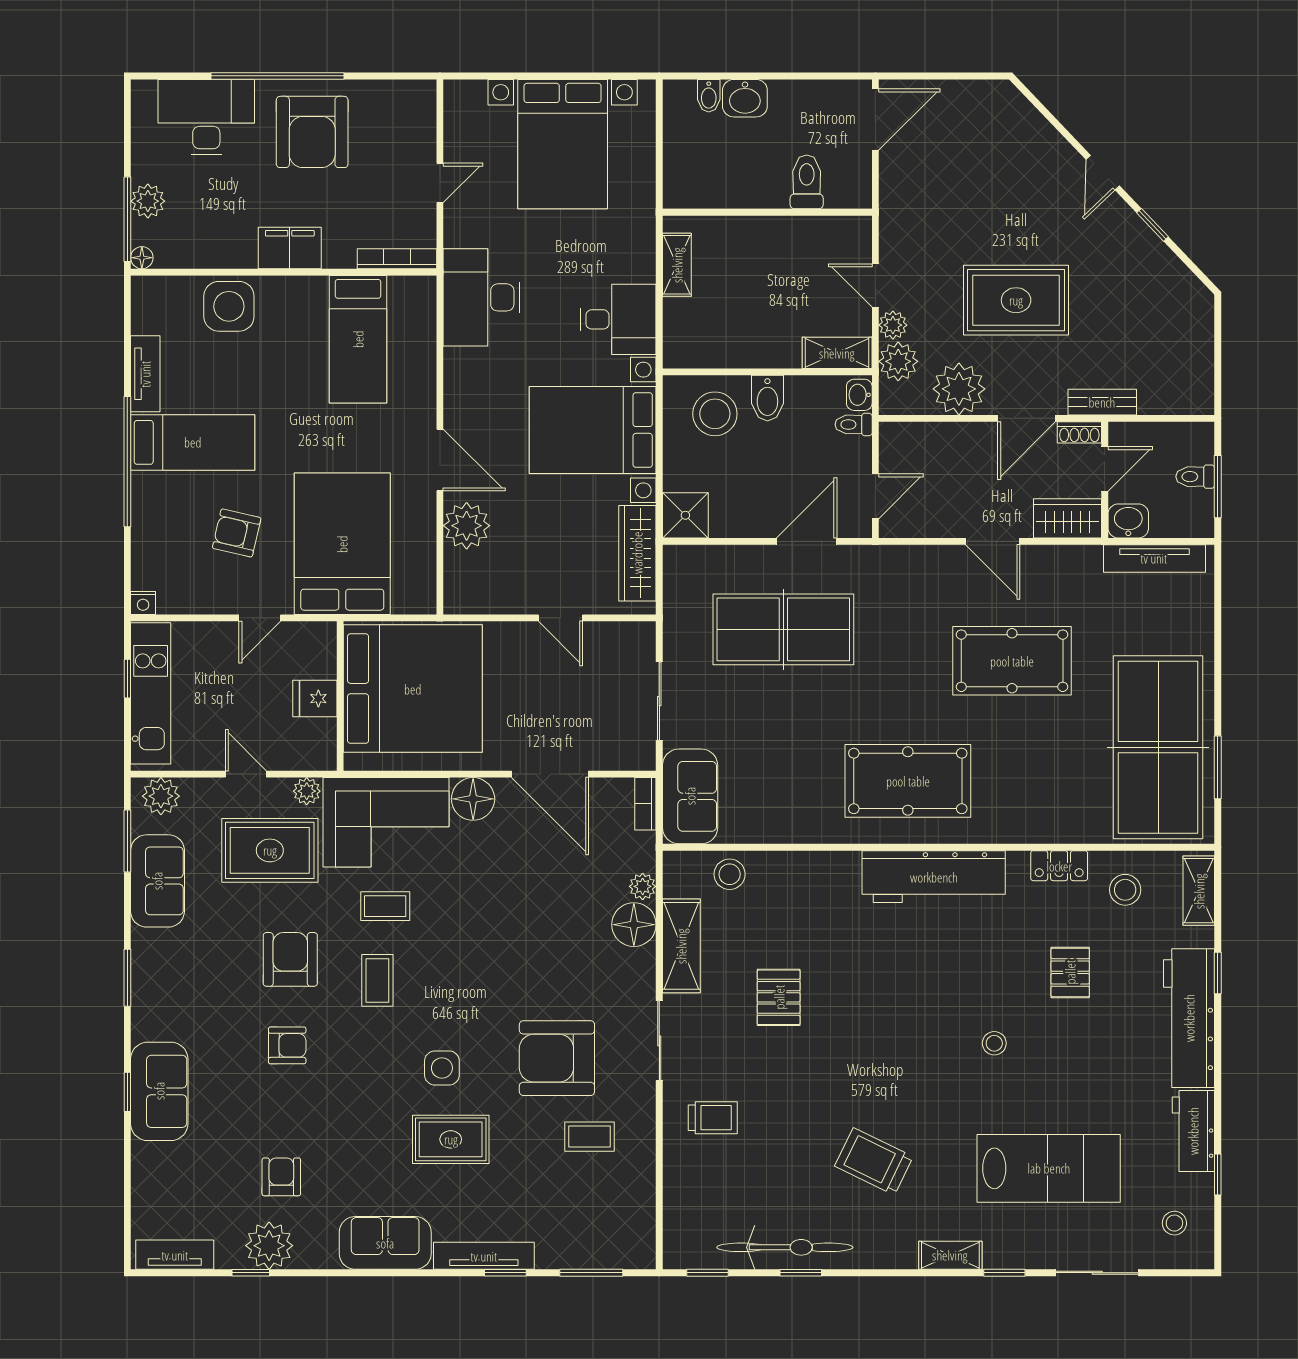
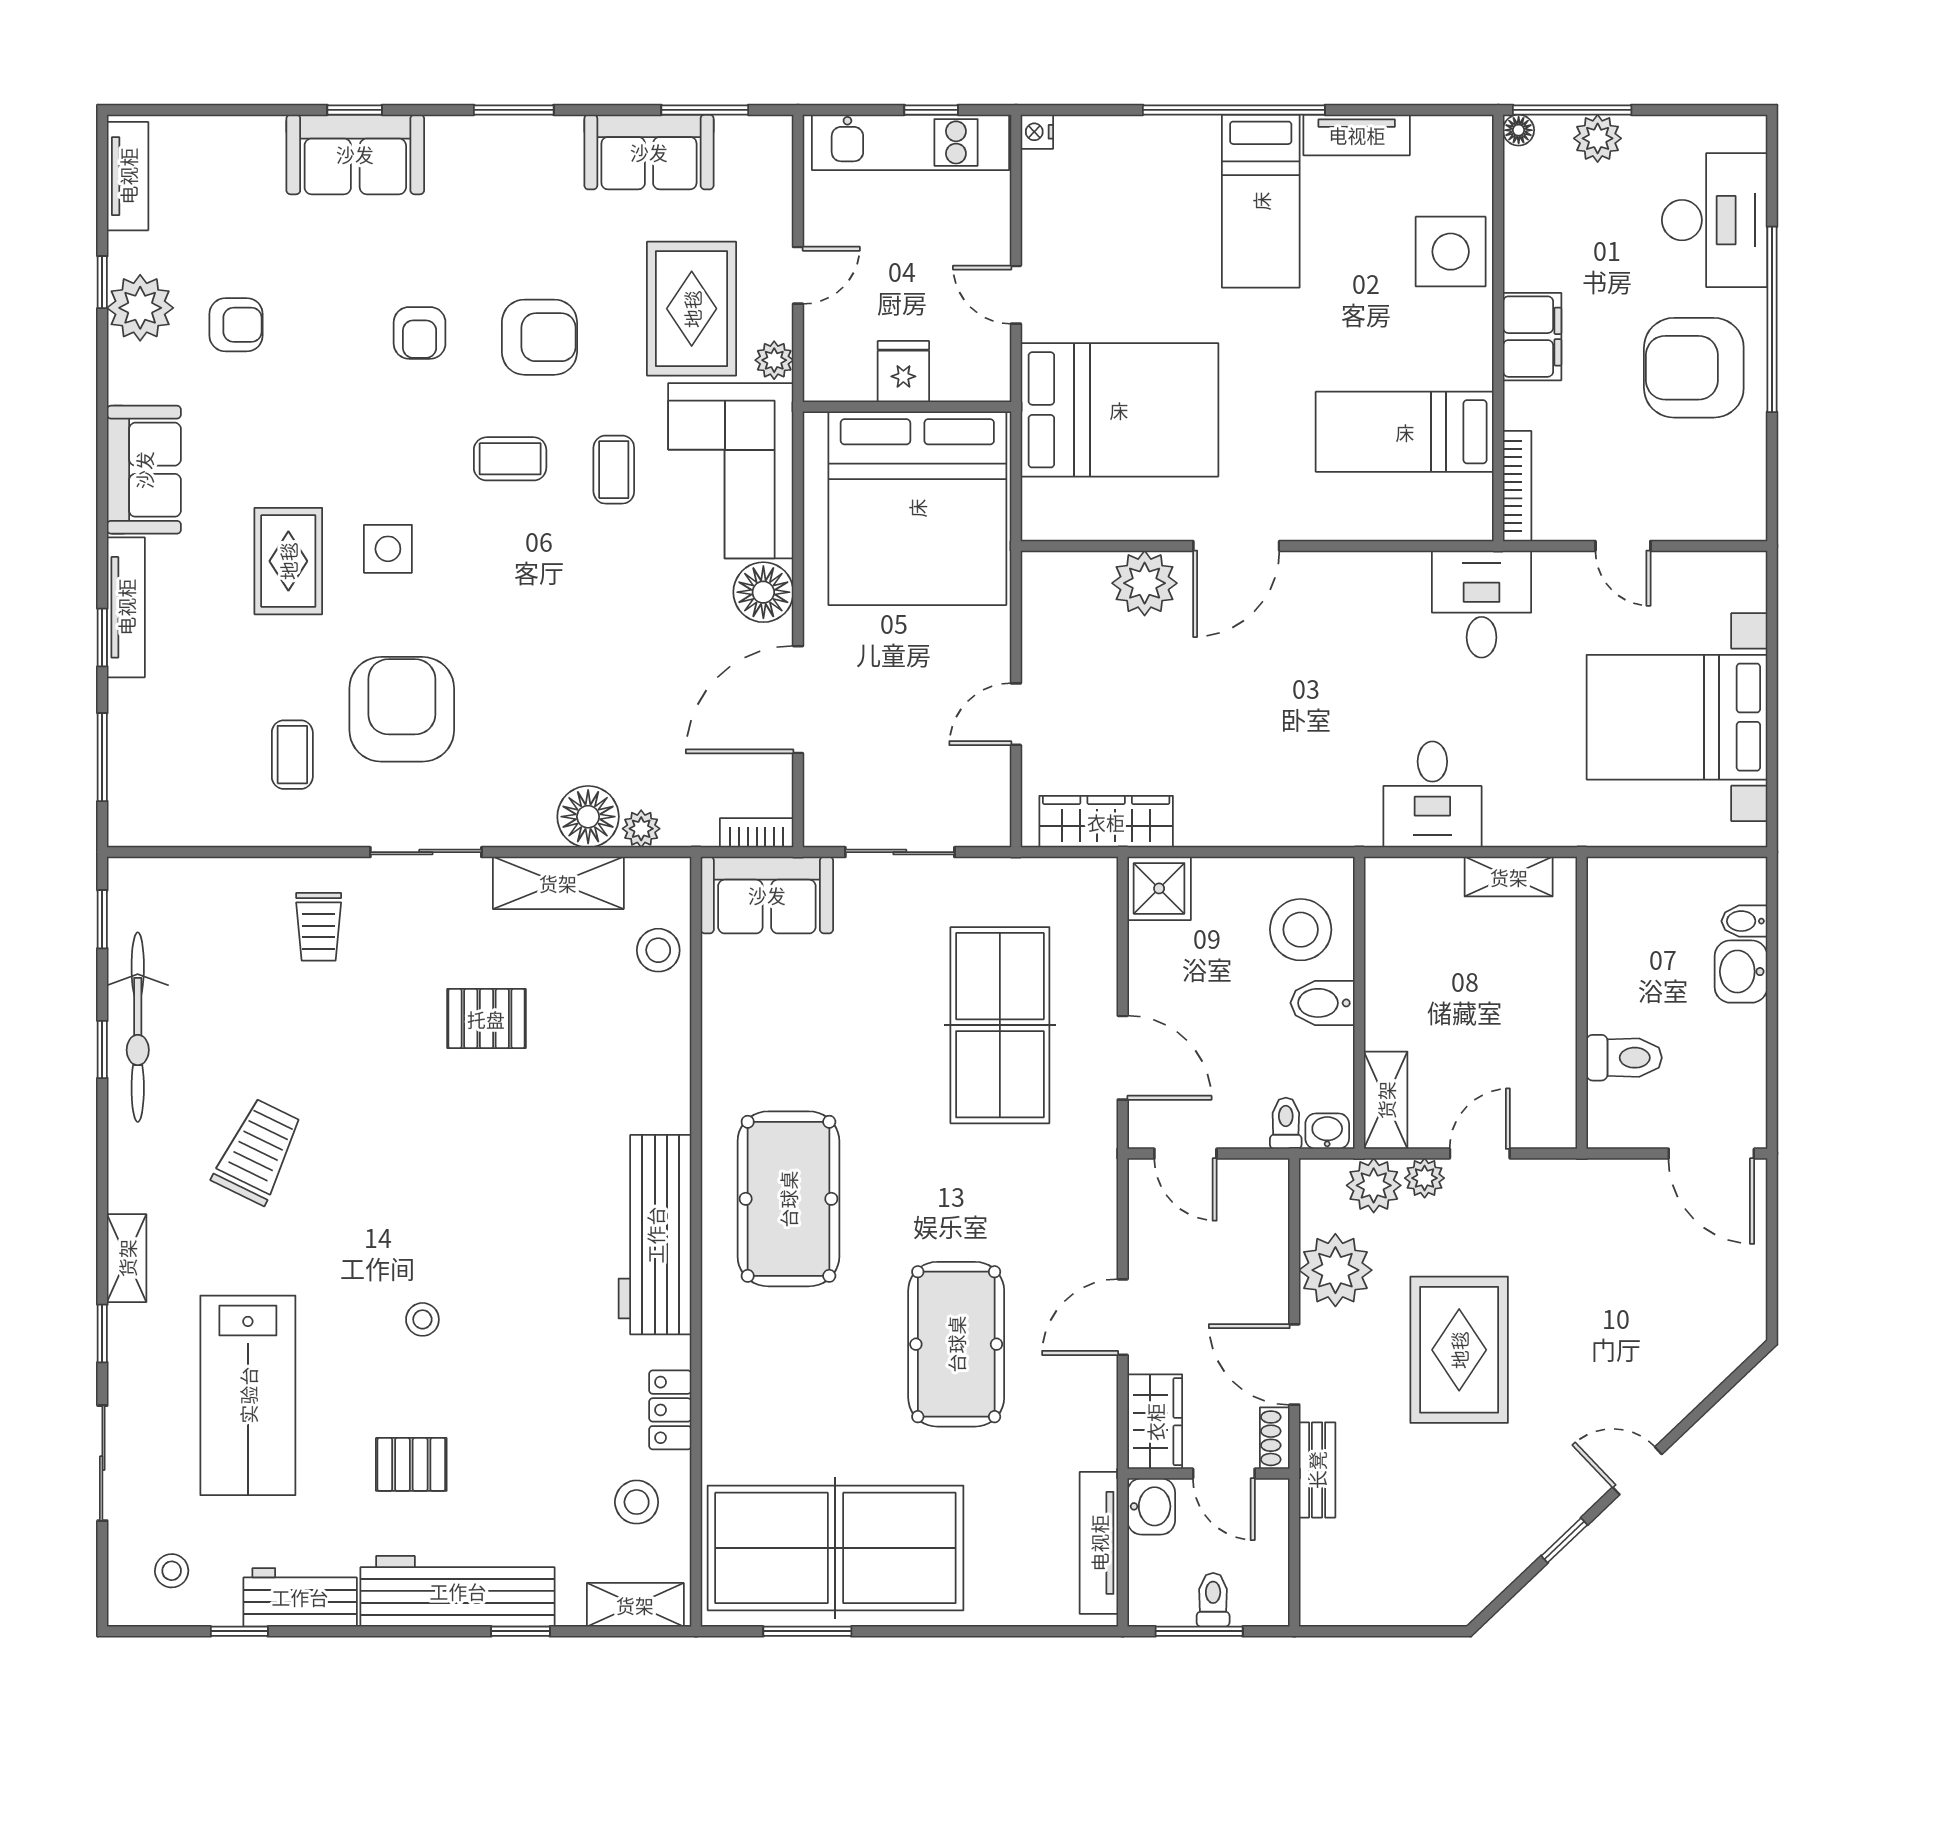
desk: (482, 297) -> (1482, 604), width x0.73
bed with nightstands: (593, 430) -> (1278, 759), removed
armchair: (237, 533) -> (1134, 262), removed
plant: (161, 796) -> (767, 157), removed
pallet: (1070, 972) -> (411, 1464), moved

